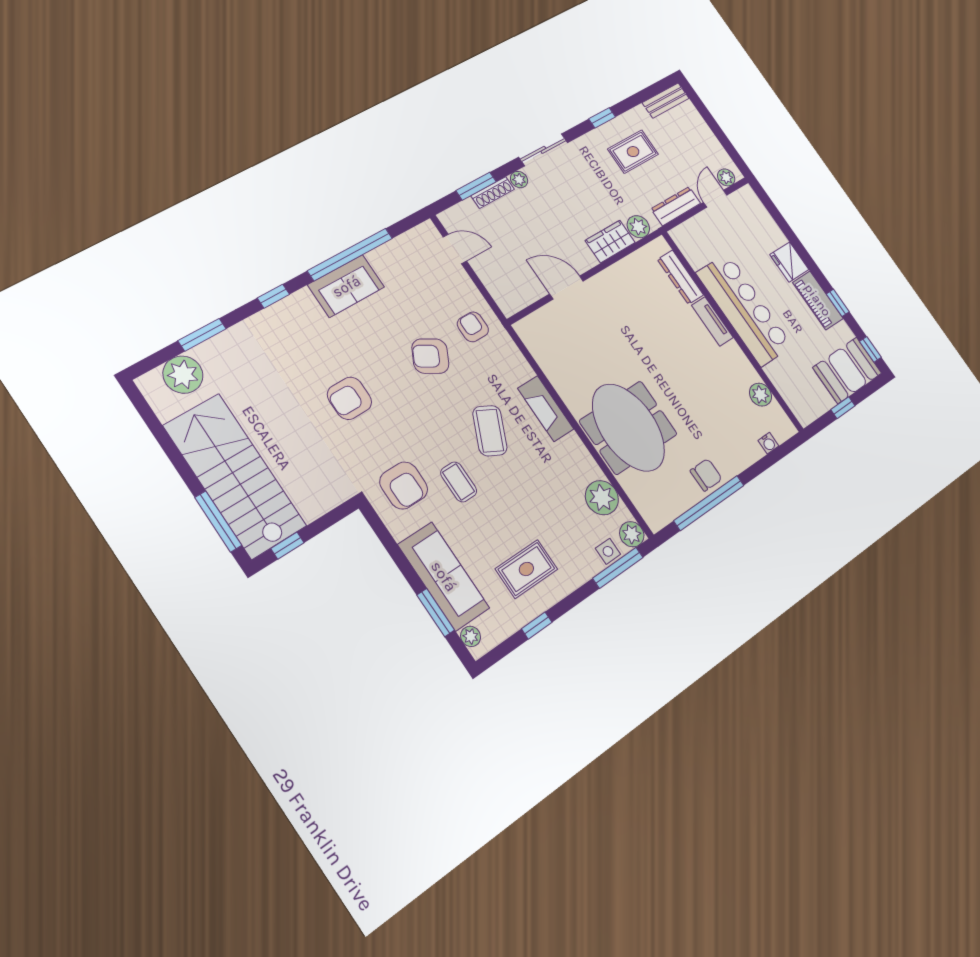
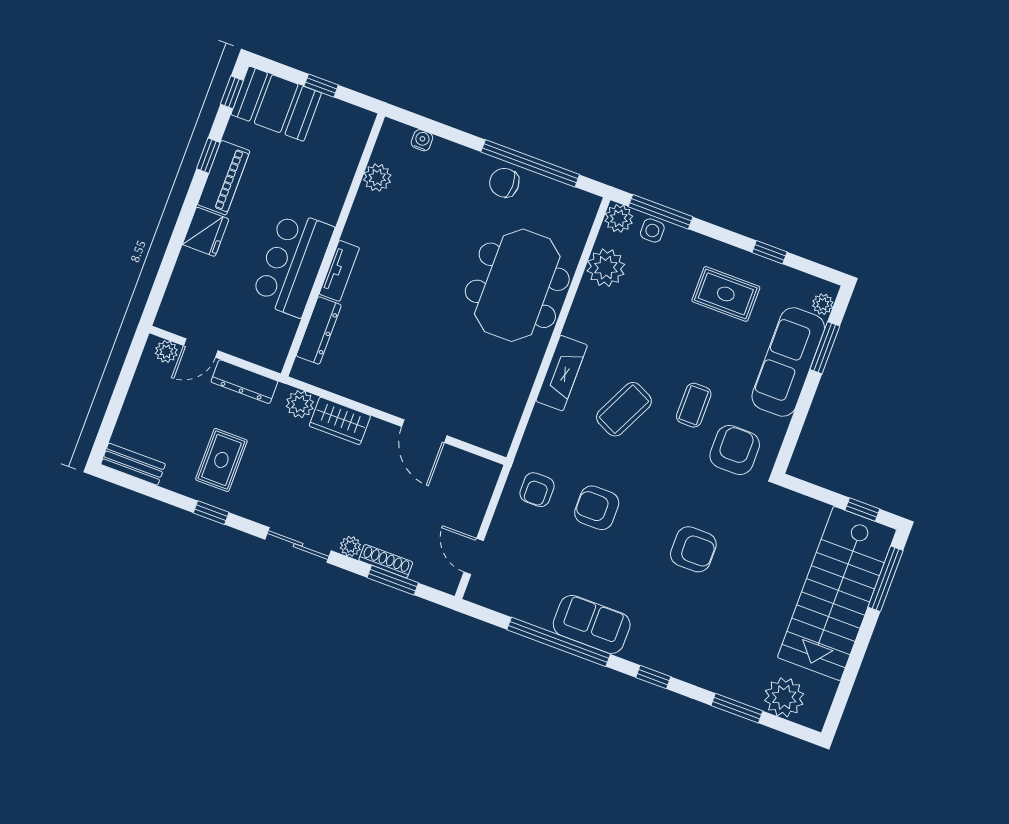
rug: (633, 152) -> (221, 460), turned 90
bar counter: (744, 309) -> (293, 264), width x0.73
armchair: (430, 356) -> (597, 508), turned 151

